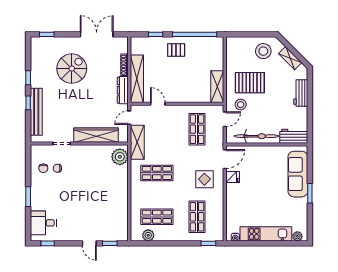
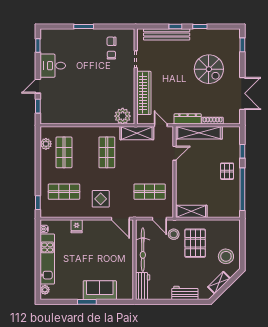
sofa: (298, 174) -> (100, 290), width x0.73
fridge: (233, 177) -> (77, 226), moved
desk: (43, 223) -> (53, 66), moved, turned -90

